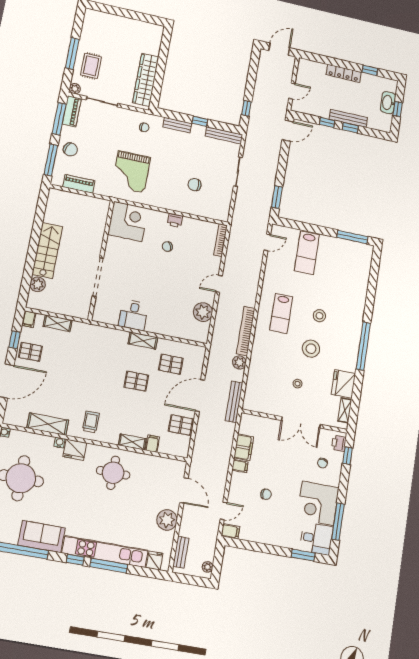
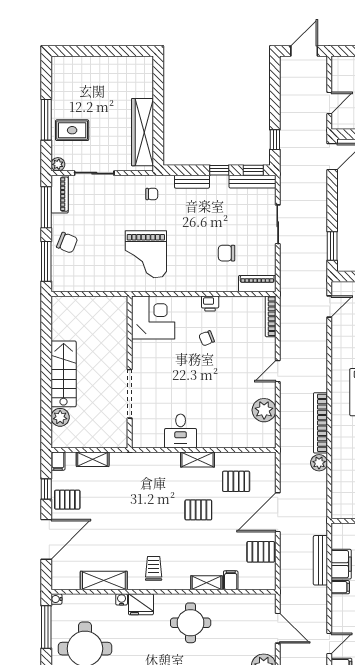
rug: (91, 66) -> (72, 130), turned 90
window: (226, 127) -> (253, 170), added
piano: (79, 184) -> (257, 284), moved
bench: (234, 402) -> (320, 560), moved

